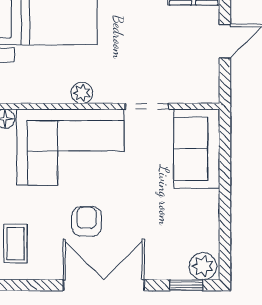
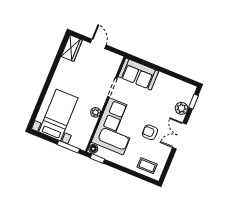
plant: (203, 266) -> (181, 108), moved
double door: (104, 285) -> (179, 136), width x0.73

